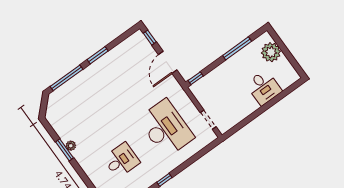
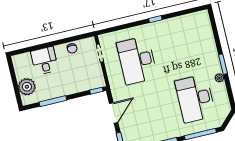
chair: (240, 112) -> (72, 48), added
window: (65, 150) -> (223, 64), moved
desk: (121, 160) -> (195, 98), moved, width x1.87, depth x1.30

